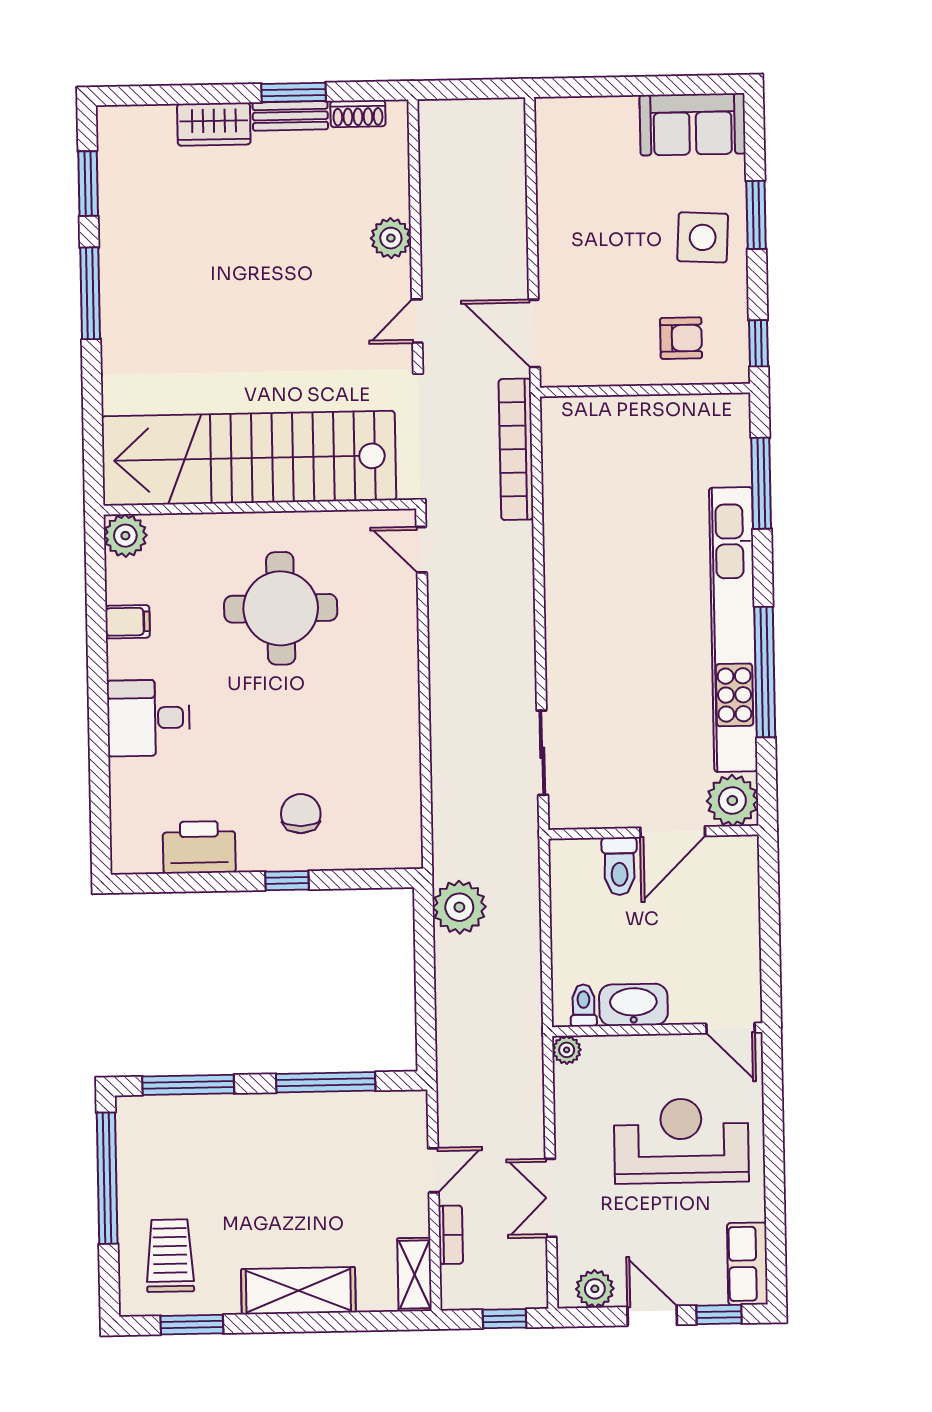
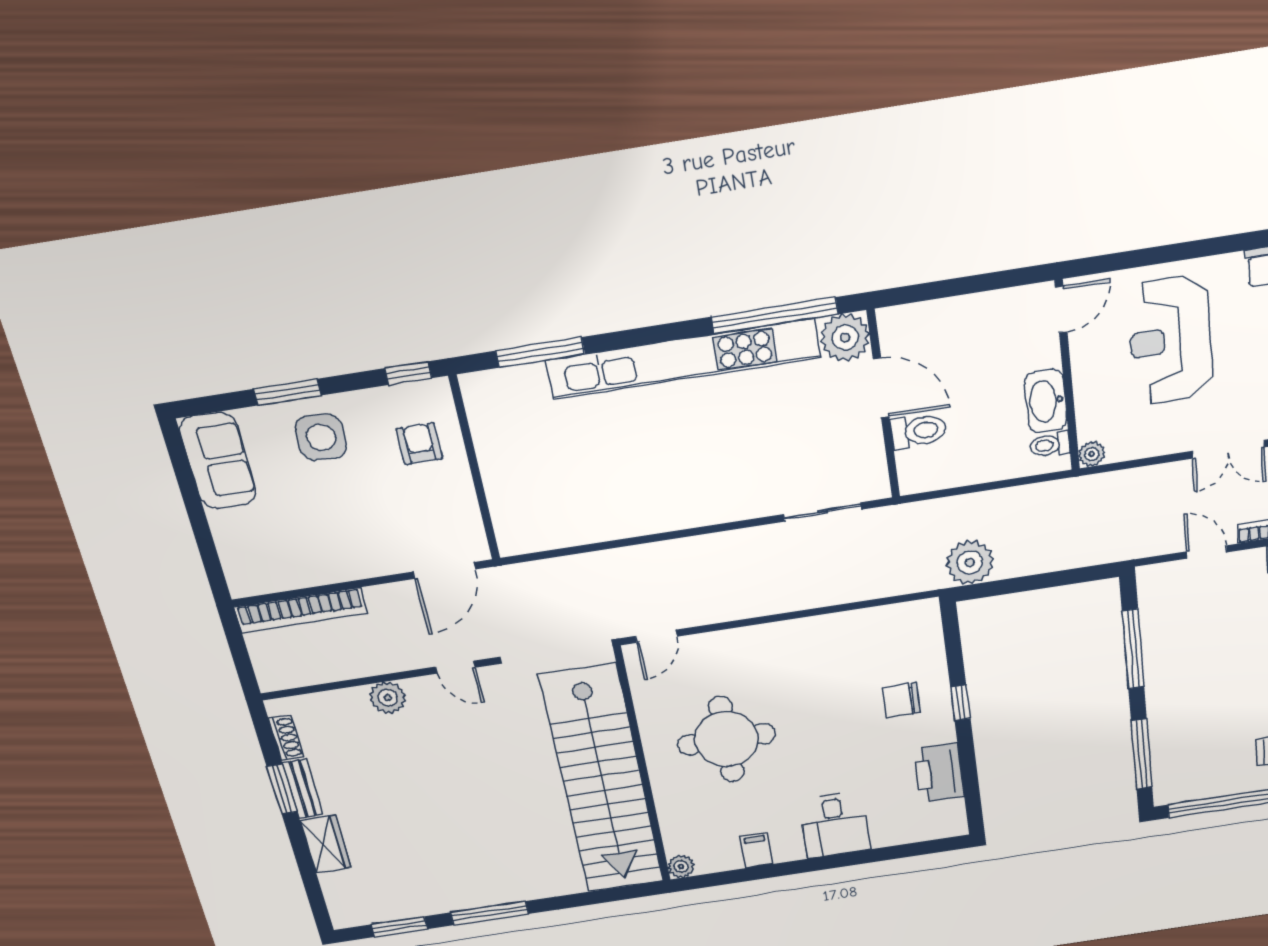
bookcase: (516, 449) -> (301, 610), moved
plant: (125, 536) -> (681, 866), width x0.73, depth x0.73
window: (765, 672) -> (775, 315), moved

